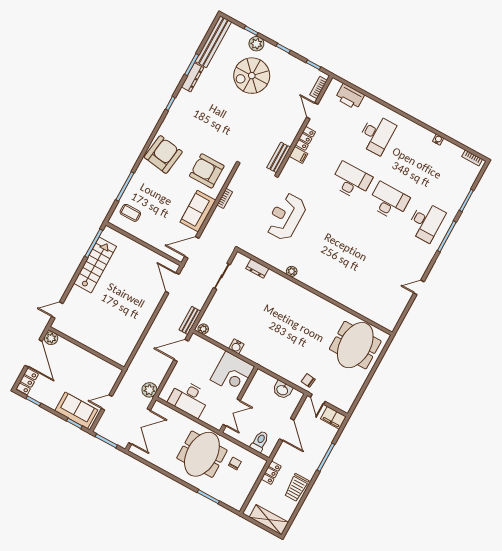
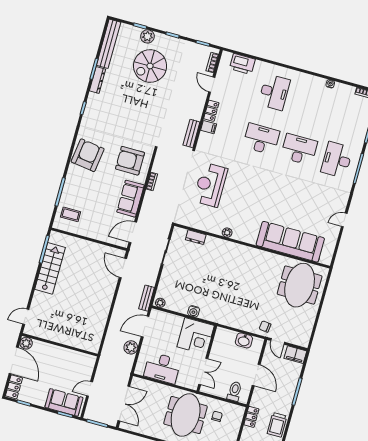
desk: (426, 222) -> (337, 160), turned 180
sofa: (356, 297) -> (290, 242), added
plant: (149, 390) -> (131, 347), moved

